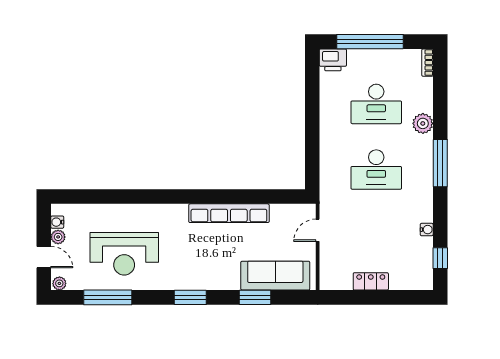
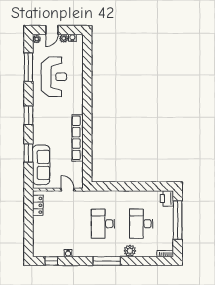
reception desk: (124, 254) -> (54, 77), turned 180
locker: (371, 281) -> (38, 205), moved

